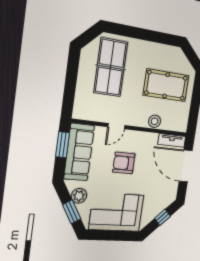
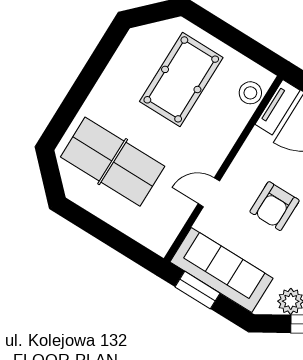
stool: (155, 121) -> (250, 93), moved
door: (116, 126) -> (209, 192), swing flipped

